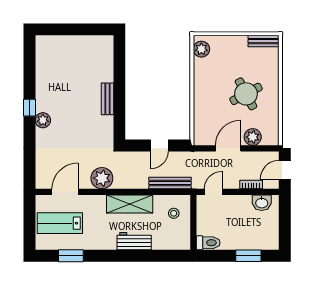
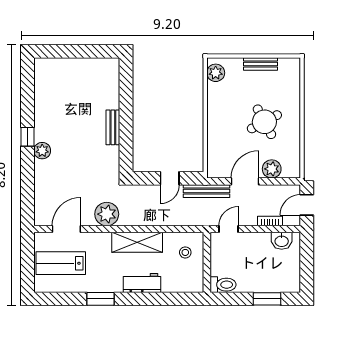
bench: (264, 41) -> (260, 64), moved
bench: (170, 183) -> (207, 191), moved
window: (71, 256) -> (100, 299), moved

